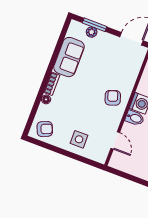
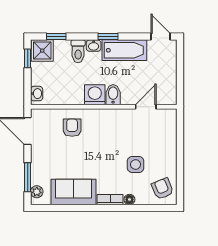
plant: (92, 32) -> (37, 192), moved
armchair: (113, 98) -> (72, 128), moved, turned 109
side table: (79, 139) -> (136, 164), moved

